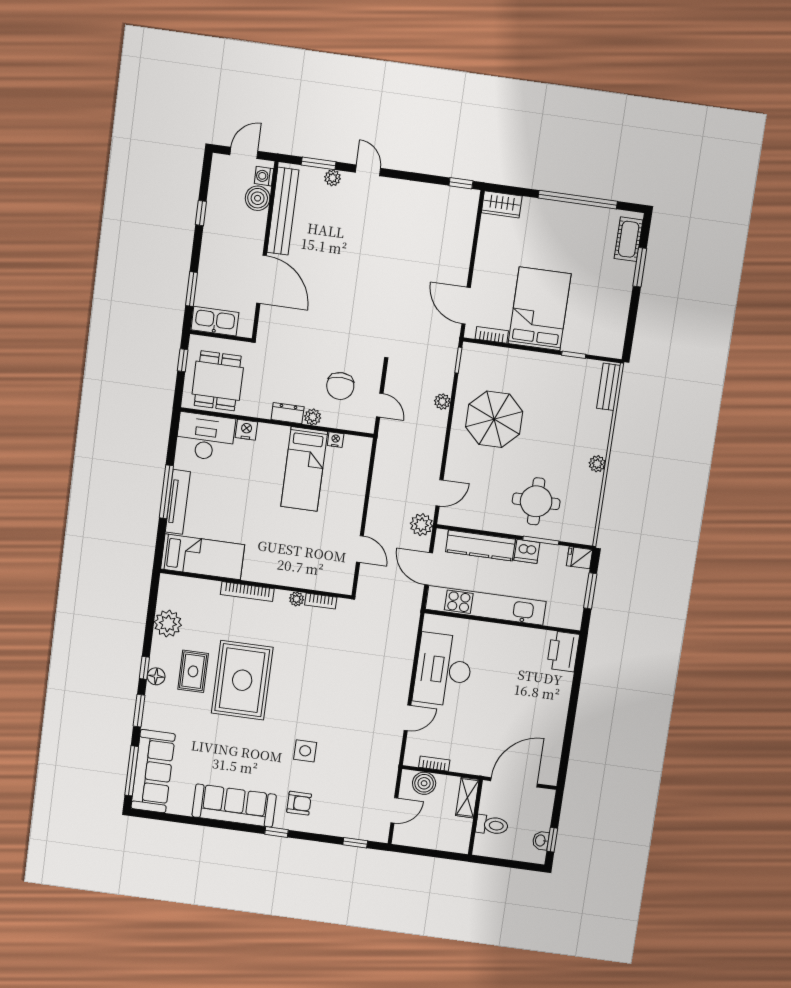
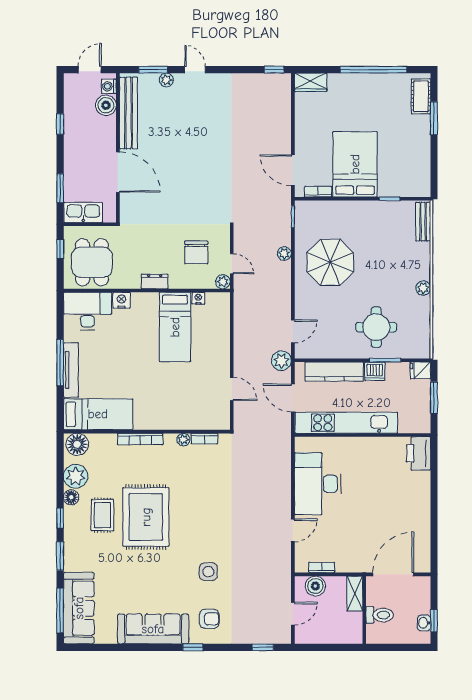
plant: (313, 417) -> (223, 282), moved
floor lamp: (174, 588) -> (77, 444), added
floor lamp: (156, 676) -> (71, 497), moved

